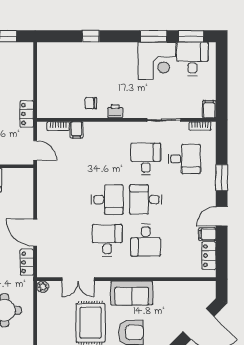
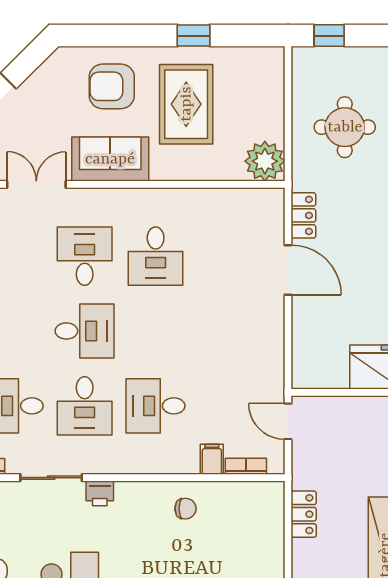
printer: (115, 111) -> (100, 493), moved
locker: (27, 114) -> (304, 514), moved
desk: (107, 200) -> (156, 406), moved
double door: (78, 279) -> (36, 184), moved
plant: (43, 287) -> (265, 161), width x1.87, depth x1.87

